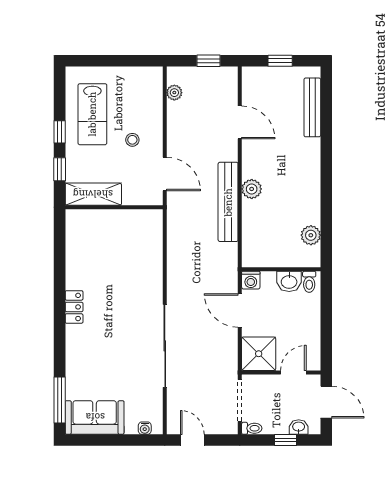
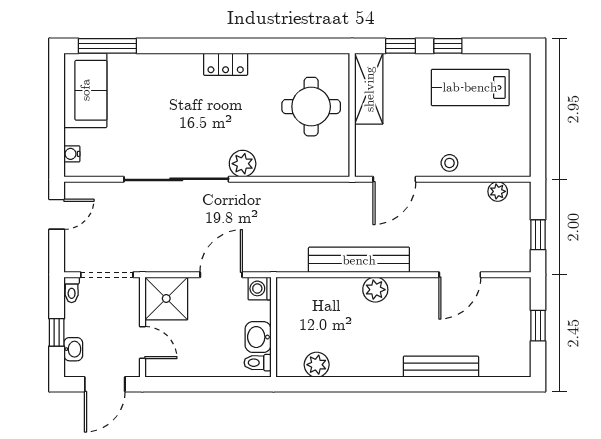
bench: (312, 107) -> (441, 367), moved
stool: (132, 140) -> (449, 163), moved
round table: (107, 240) -> (311, 107), added
plant: (152, 294) -> (243, 164), added

